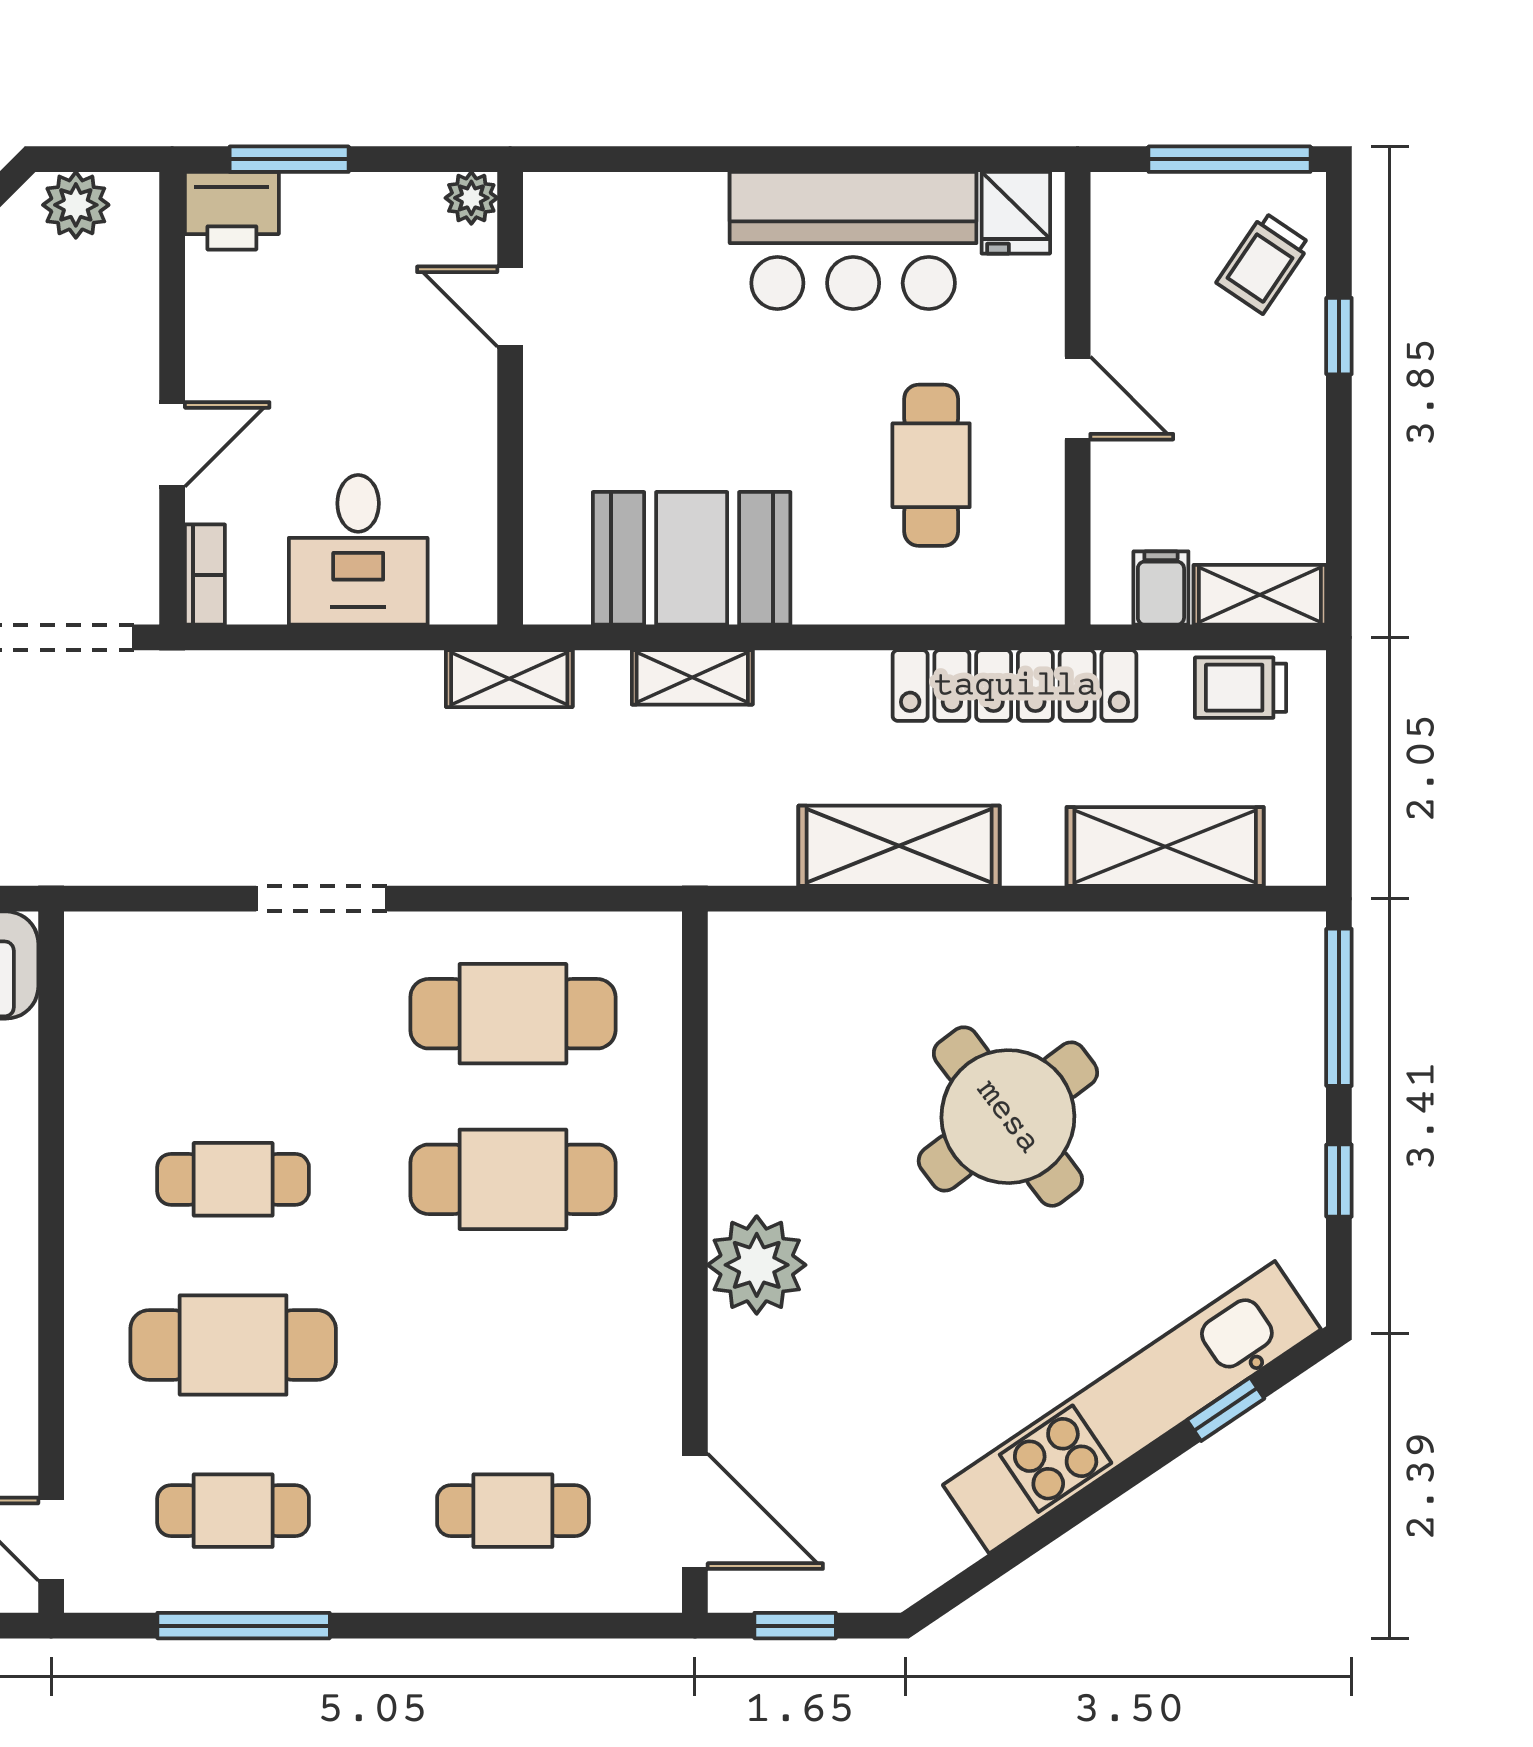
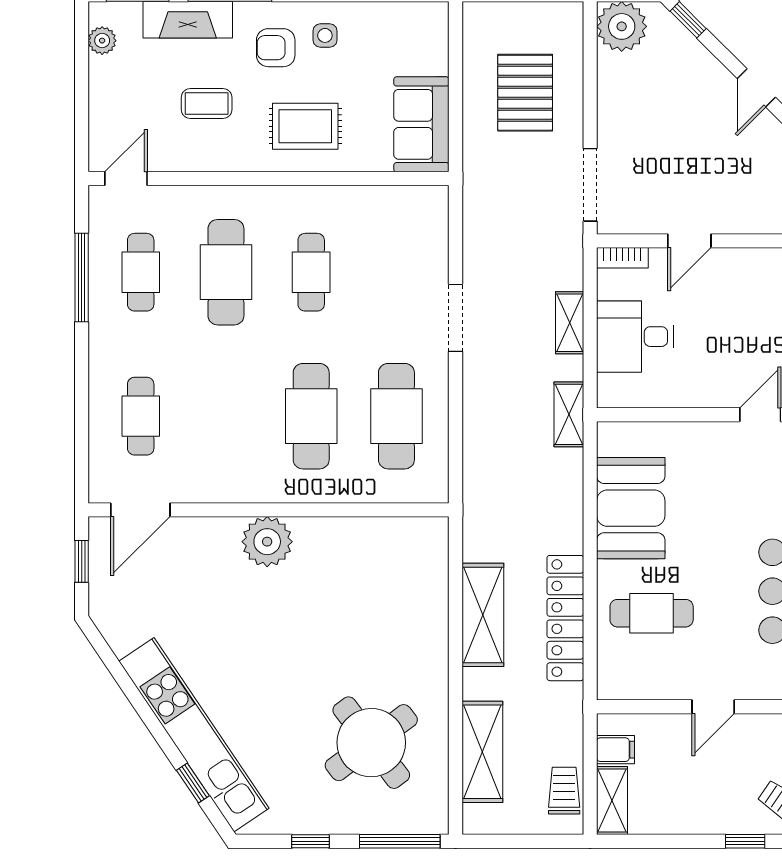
door: (172, 444) -> (689, 241), hinge flipped
cafe table: (931, 465) -> (652, 613), moved
shelving: (692, 677) -> (570, 323), moved
locker: (1015, 686) -> (565, 618), moved
round table: (1008, 1117) -> (371, 743), moved

